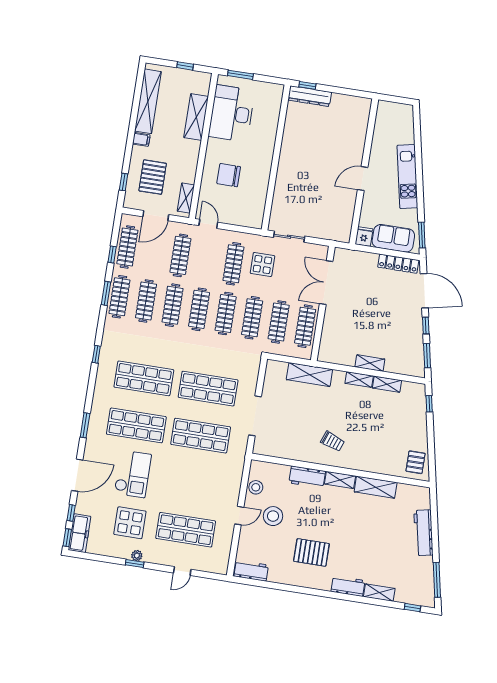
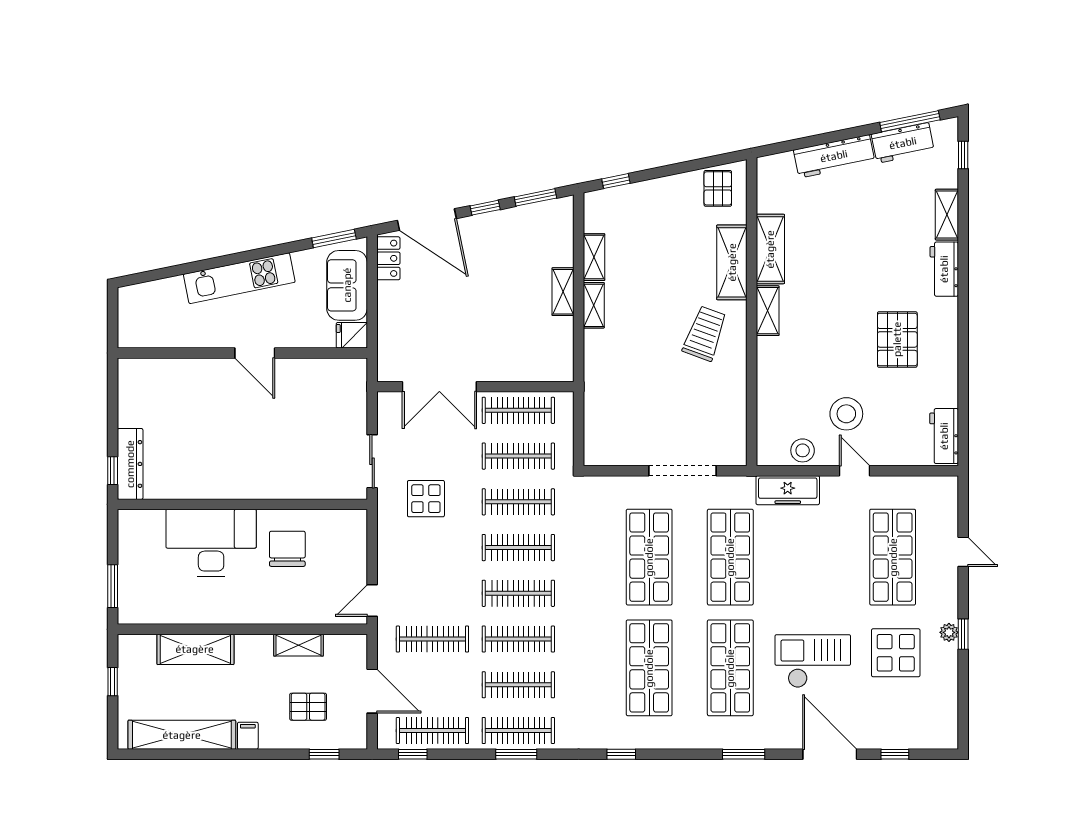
desk: (232, 113) -> (211, 543), moved, turned 180
chair: (229, 175) -> (287, 549), moved, turned 180
pallet: (153, 177) -> (308, 707), width x0.67, depth x0.71
shelving: (186, 198) -> (298, 645), moved
window: (112, 254) -> (413, 754), moved
clothes rail: (233, 264) -> (432, 548), removed
locker: (398, 264) -> (388, 258), width x0.66
door: (424, 291) -> (427, 220), swing flipped
shelving: (309, 375) -> (732, 262), moved
trolley: (333, 441) -> (705, 333), width x1.36, depth x1.39
pallet: (416, 462) -> (718, 188), turned 90
workbench: (307, 477) -> (903, 143), moved, turned 78
freezer: (80, 533) -> (788, 490), moved, turned 180
window: (67, 538) -> (938, 754), removed

